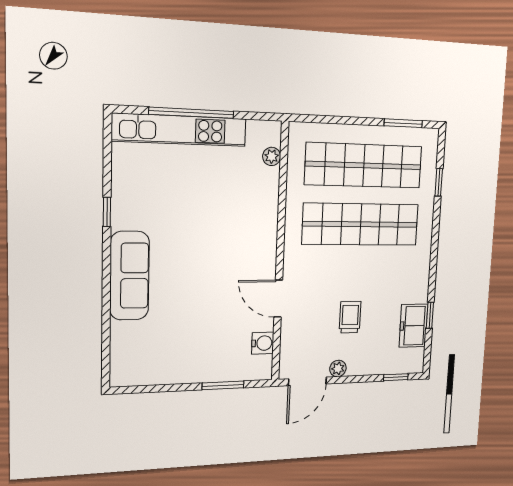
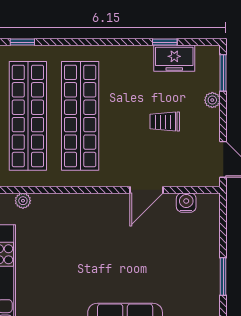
window: (439, 182) -> (22, 42), moved
plant: (338, 369) -> (212, 100), moved
window: (396, 377) -> (223, 73), width x1.50
window: (223, 385) -> (223, 276), moved

